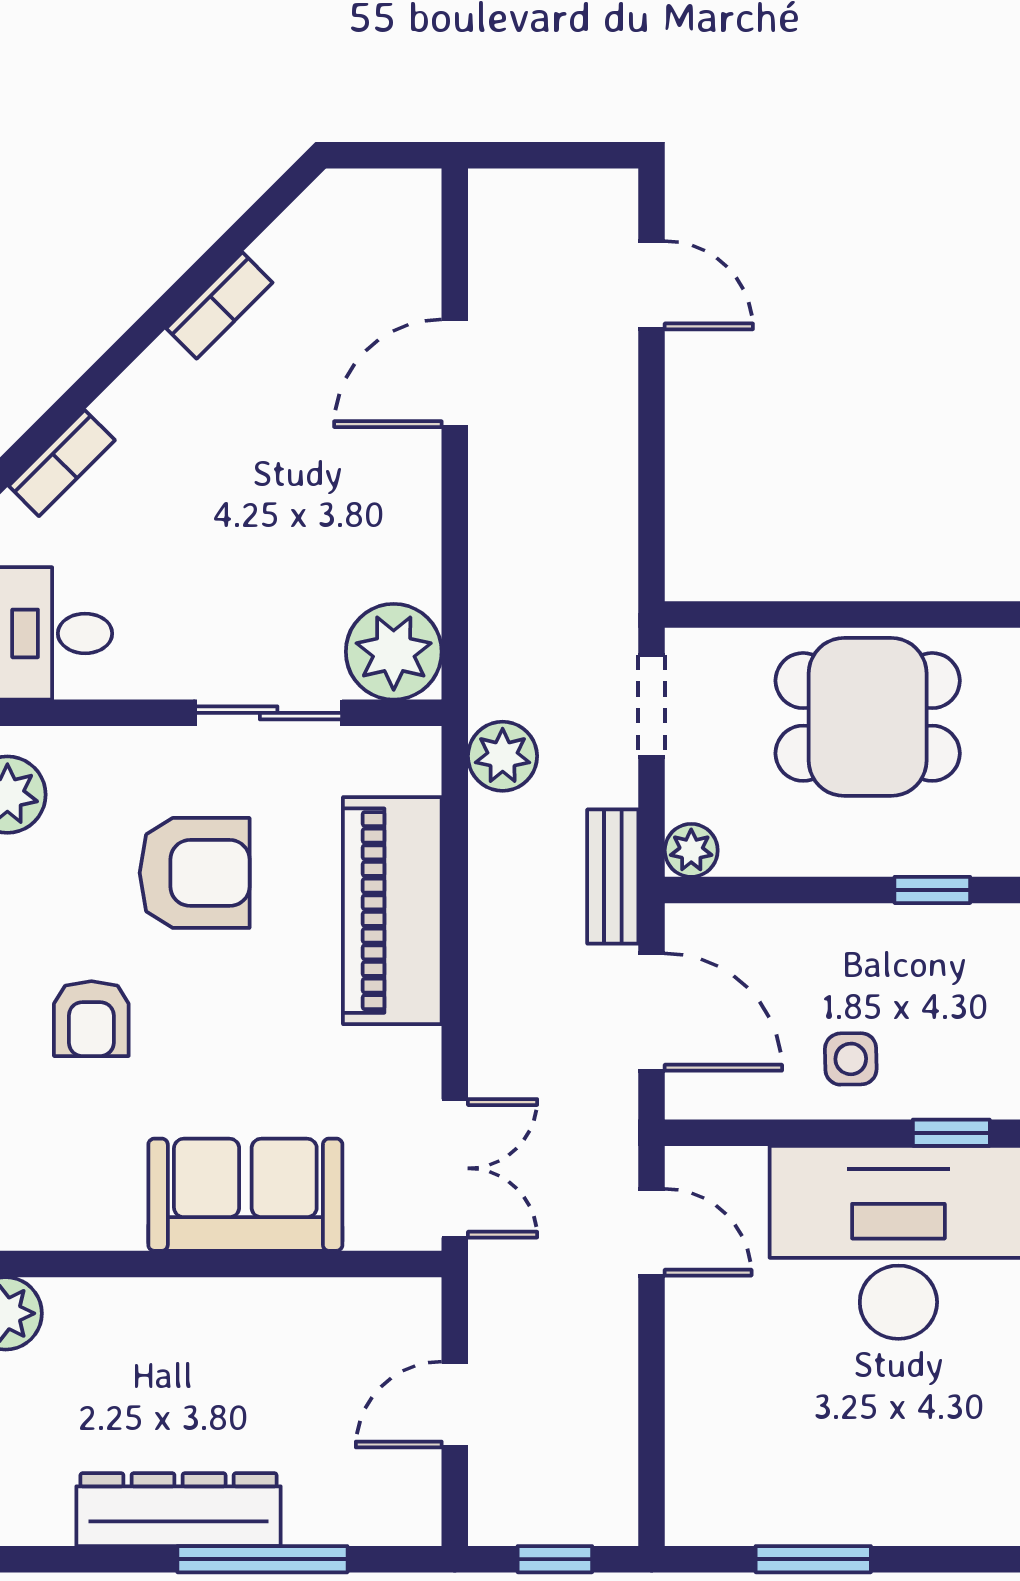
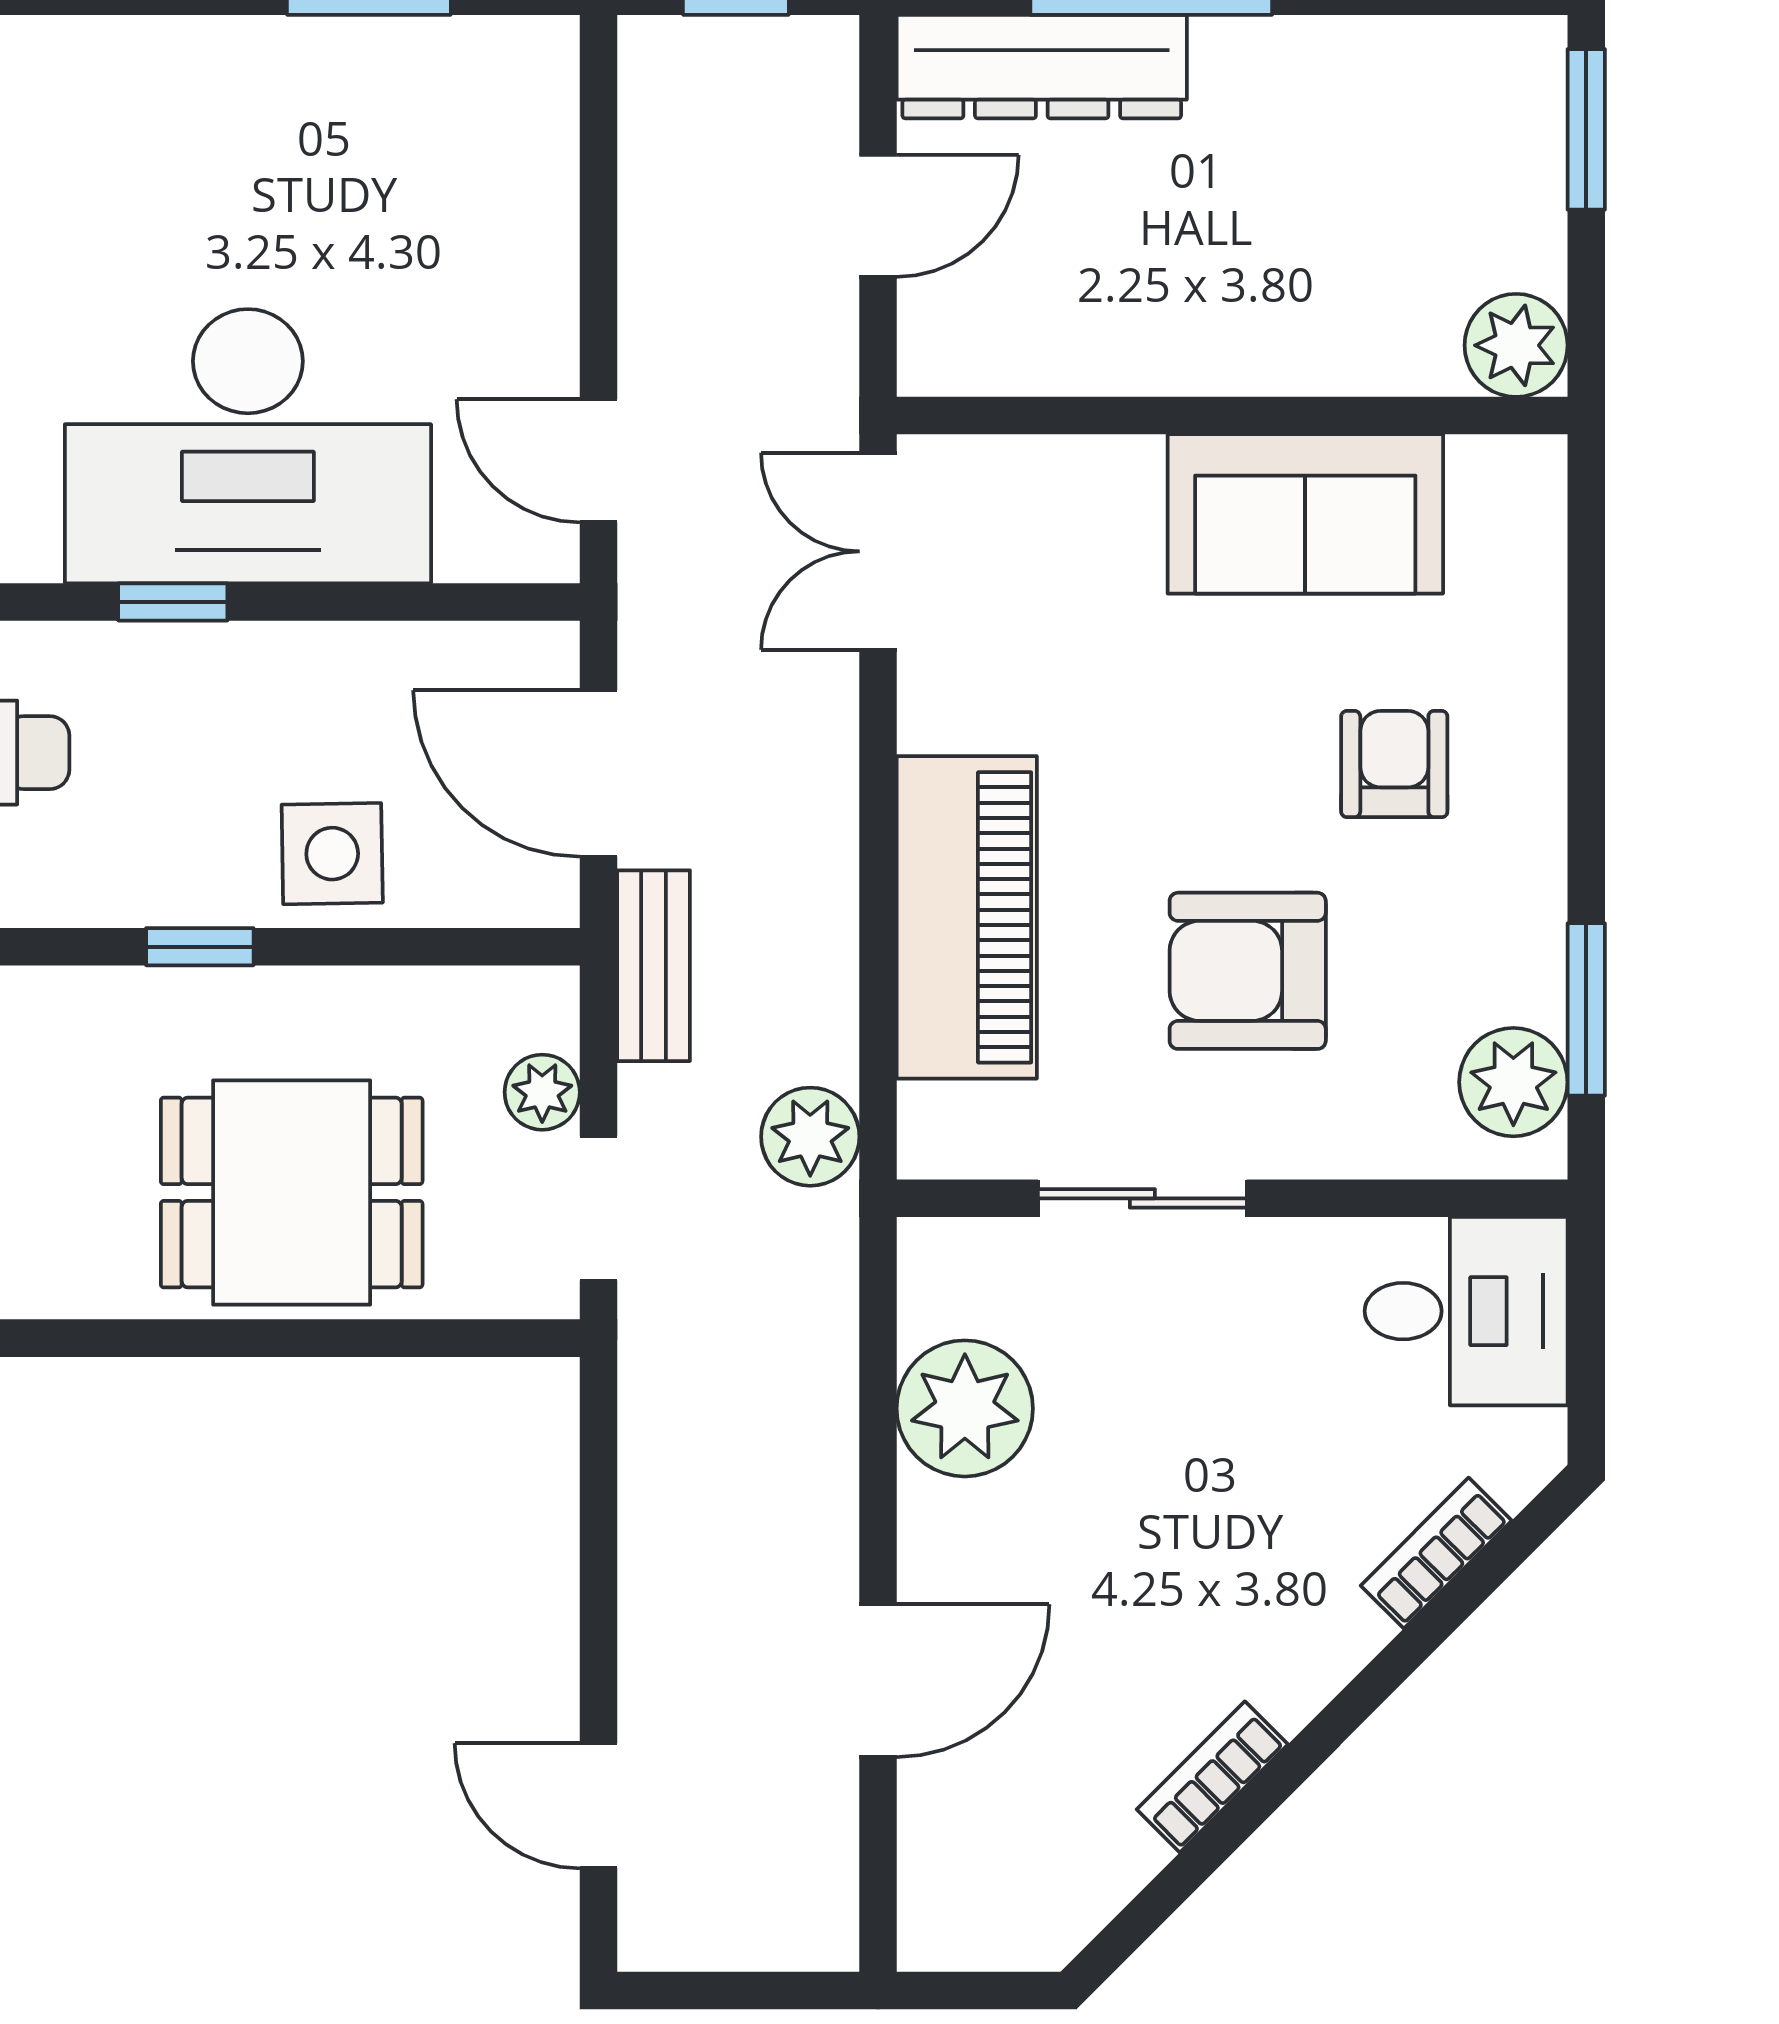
plant: (394, 652) -> (965, 1408), moved
plant: (691, 850) -> (542, 1092), moved
side table: (851, 1059) -> (332, 854), moved, width x1.37, depth x1.37
sofa: (245, 1195) -> (1305, 514), moved
dresser: (179, 1510) -> (1042, 67), moved

